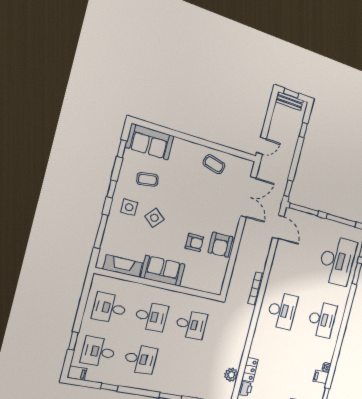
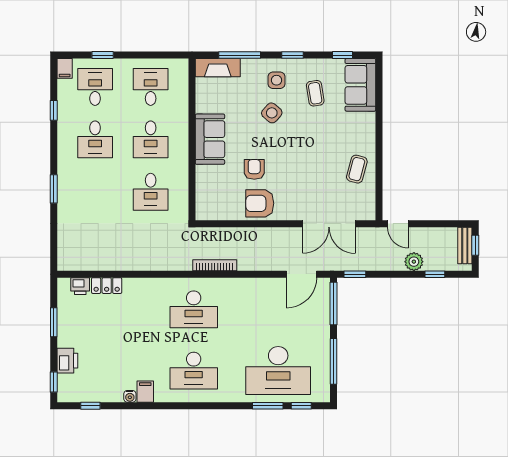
armchair: (194, 242) -> (254, 169), turned 180
fireplace: (123, 266) -> (218, 68), moved, turned 90
plant: (231, 375) -> (414, 262), moved
filing cabinet: (321, 377) -> (145, 392), moved

